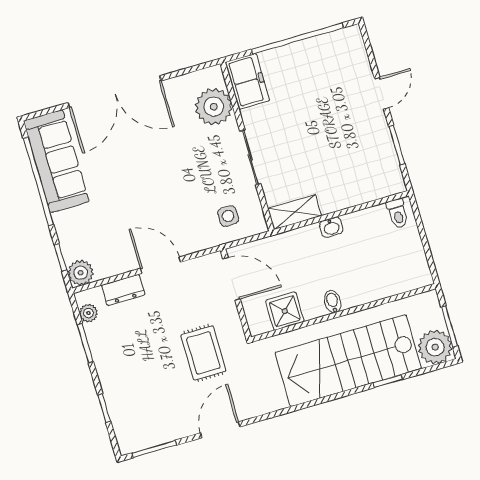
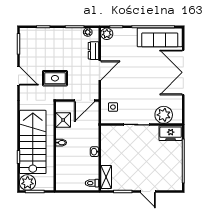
shelving: (295, 212) -> (106, 177), moved

